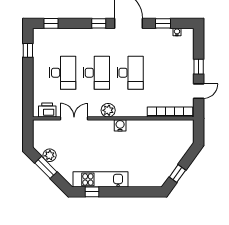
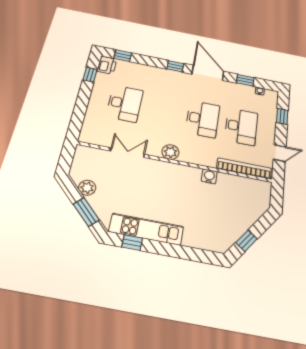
window: (199, 67) -> (282, 116), moved
desk: (96, 73) -> (241, 127), moved
printer: (47, 110) -> (107, 65), moved, turned 90
water cooler: (120, 125) -> (209, 176), moved
window: (46, 167) -> (86, 212), moved

